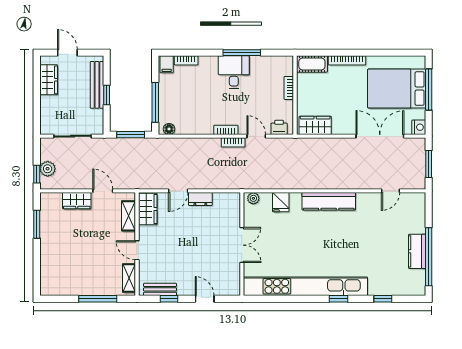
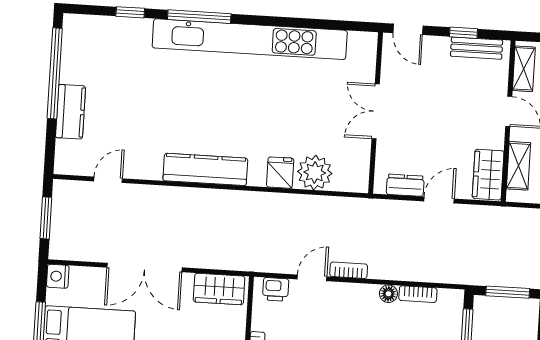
floor lamp: (169, 129) -> (388, 294), moved
bookcase: (226, 130) -> (418, 294), moved
door: (256, 136) -> (312, 278), swing flipped
double door: (380, 136) -> (144, 268), moved
plant: (253, 198) -> (315, 173), width x1.88, depth x1.88
wall: (242, 244) -> (376, 113), moved
double door: (242, 245) -> (376, 111), moved
kitchen counter: (417, 251) -> (71, 112), moved
window: (339, 299) -> (199, 17), width x2.17

